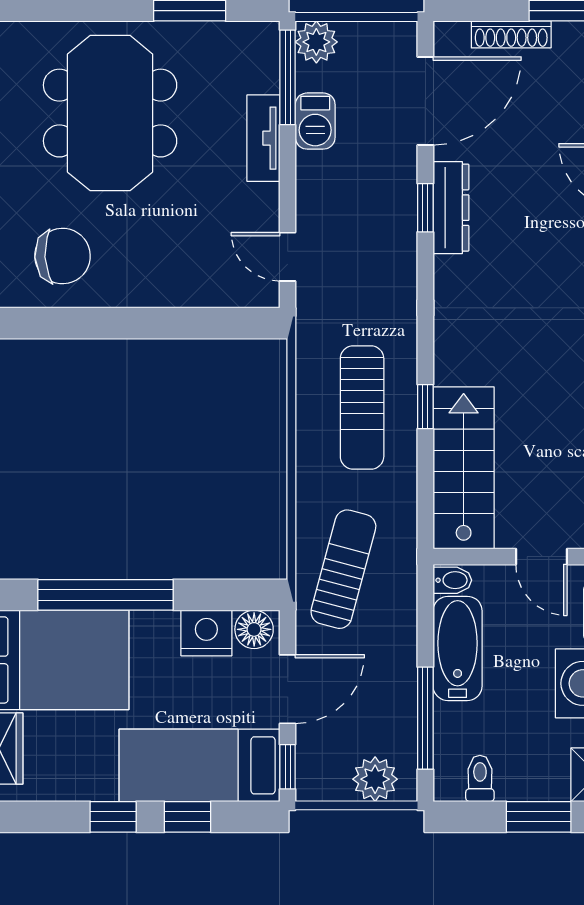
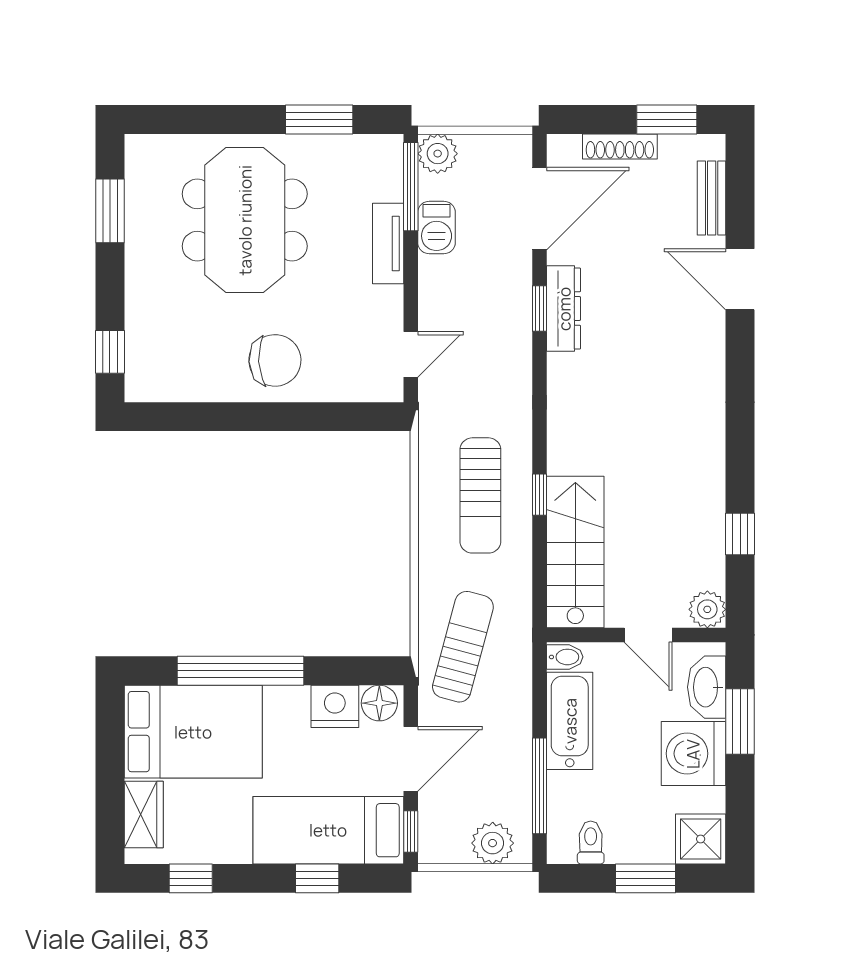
chair: (63, 256) -> (275, 360), moved
door: (288, 257) -> (411, 354), swing flipped
window: (113, 817) -> (191, 878), moved

